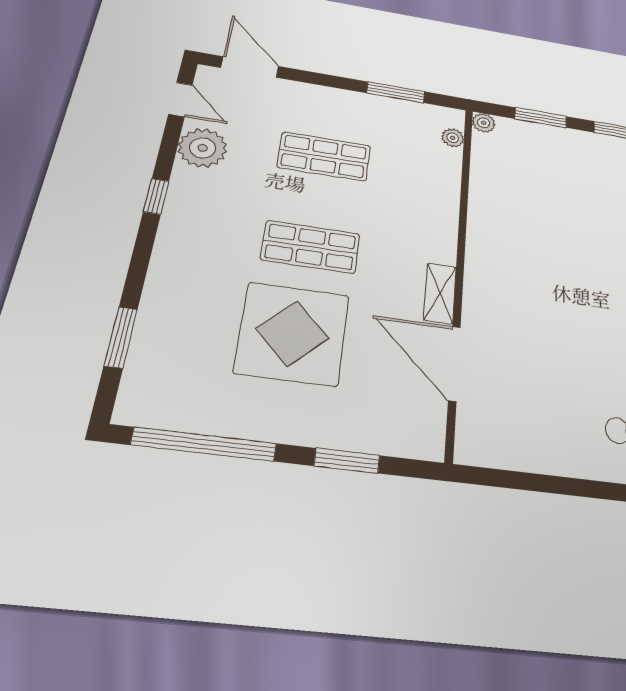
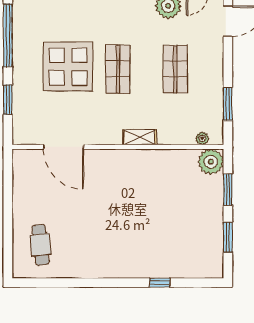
plant: (484, 123) -> (211, 162), width x1.88, depth x1.88
shelving: (440, 293) -> (140, 137), moved
door: (454, 363) -> (64, 147), swing flipped

